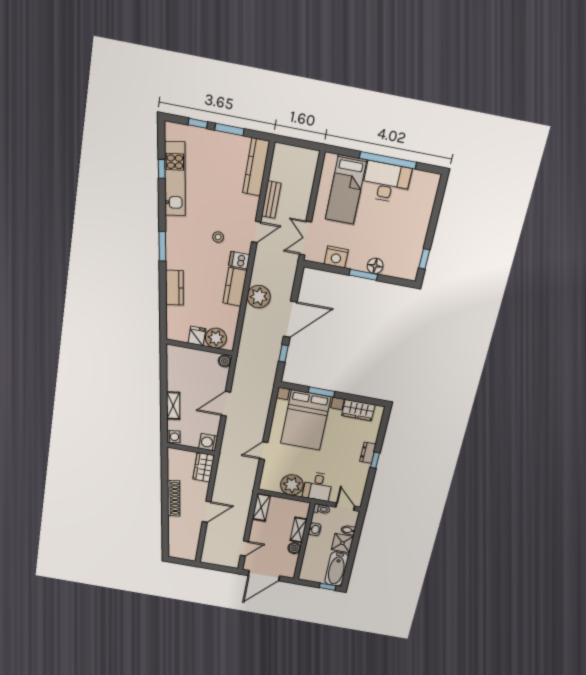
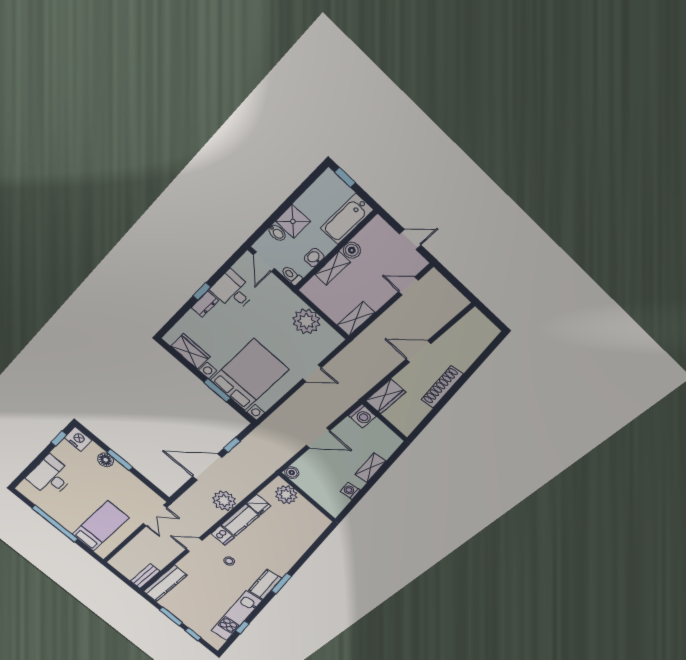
desk: (386, 182) -> (50, 477), moved, turned 90
bench: (271, 200) -> (145, 576), moved
nightstand: (336, 257) -> (78, 439), moved
kitchen counter: (175, 288) -> (265, 584), moved
fridge: (197, 336) -> (259, 505), moved, turned -90
washing machine: (173, 437) -> (350, 491), moved
desk: (318, 486) -> (233, 291), moved, turned -90
bathtub: (337, 569) -> (347, 219), moved, turned 180
door: (264, 576) -> (410, 239), width x0.53

